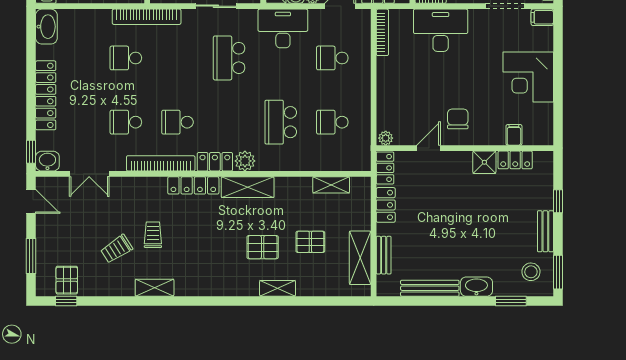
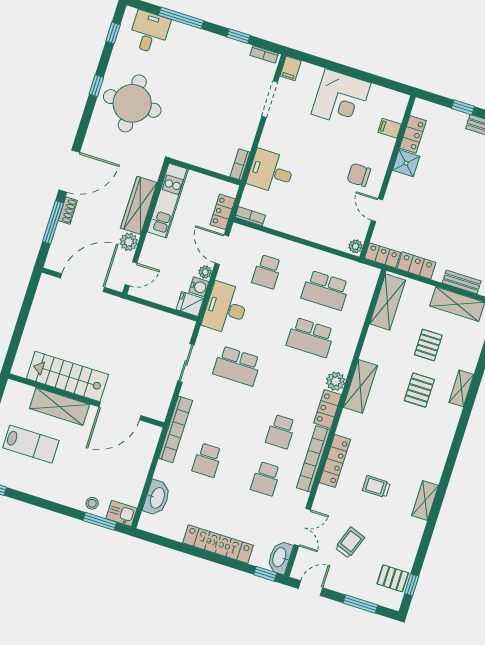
washbasin: (46, 27) -> (157, 498), moved, turned 90
desk: (441, 30) -> (271, 172), width x0.73
bookcase: (382, 32) -> (250, 216), width x0.64
school desk: (332, 122) -> (325, 290), width x1.85
washbasin: (47, 161) -> (280, 557), width x1.38
locker: (193, 185) -> (335, 461), moved
shelving: (331, 185) -> (388, 302), width x1.50, depth x1.33
trolley: (117, 249) -> (350, 543), moved, turned -127

